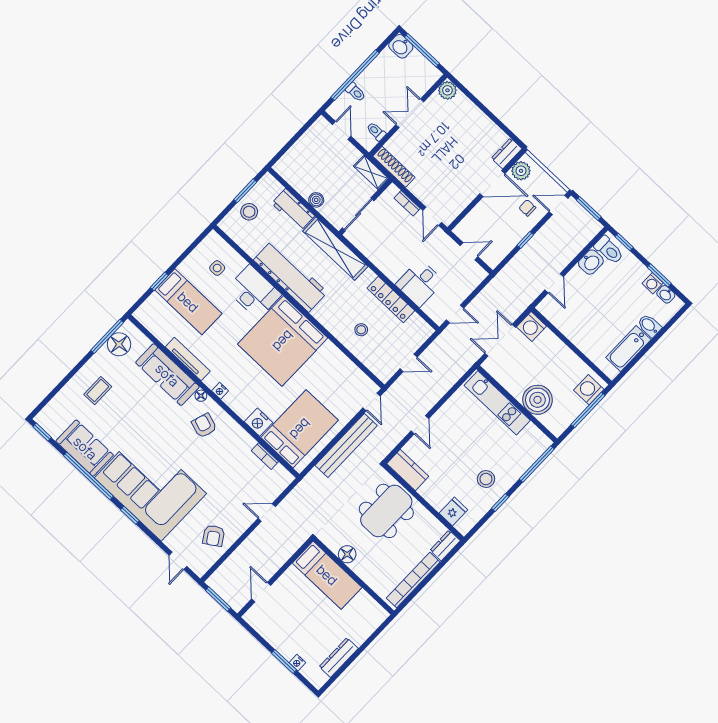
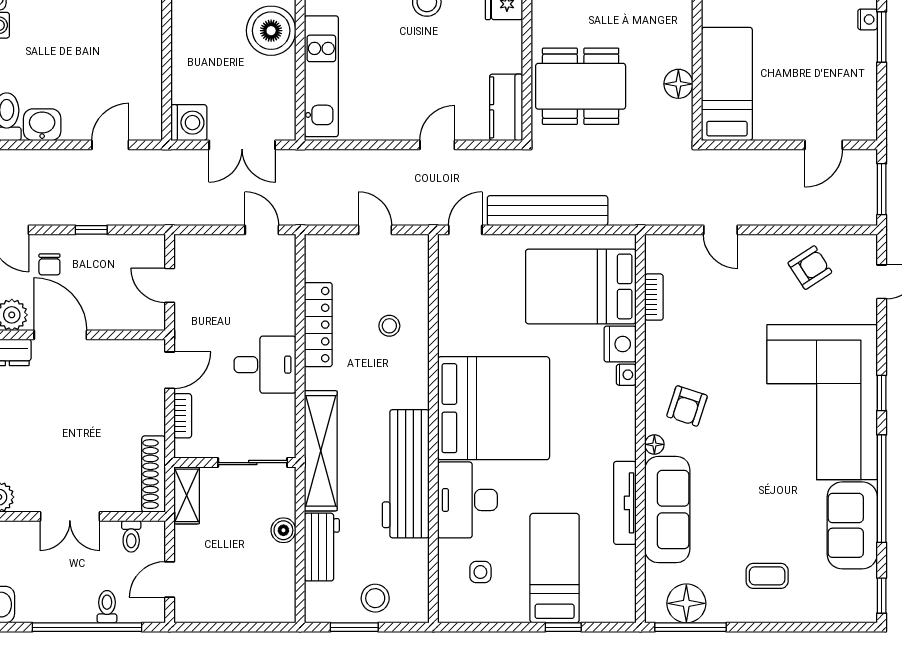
desk: (420, 283) -> (265, 365), moved
nightstand: (220, 391) -> (626, 375), moved

